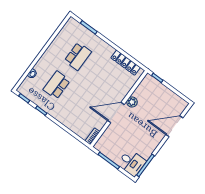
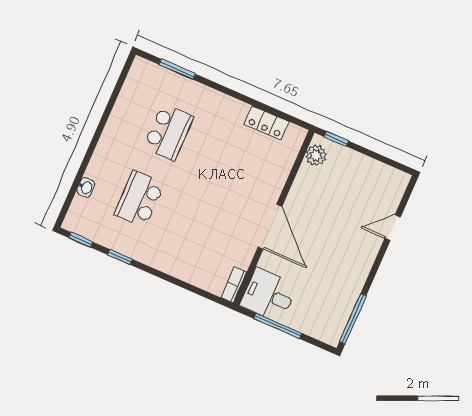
locker: (126, 63) -> (267, 123), width x0.66
plant: (132, 102) -> (316, 155), moved
door: (116, 113) -> (270, 227), swing flipped
door: (174, 126) -> (393, 228), width x0.53
desk: (132, 163) -> (268, 295), moved, turned 180

